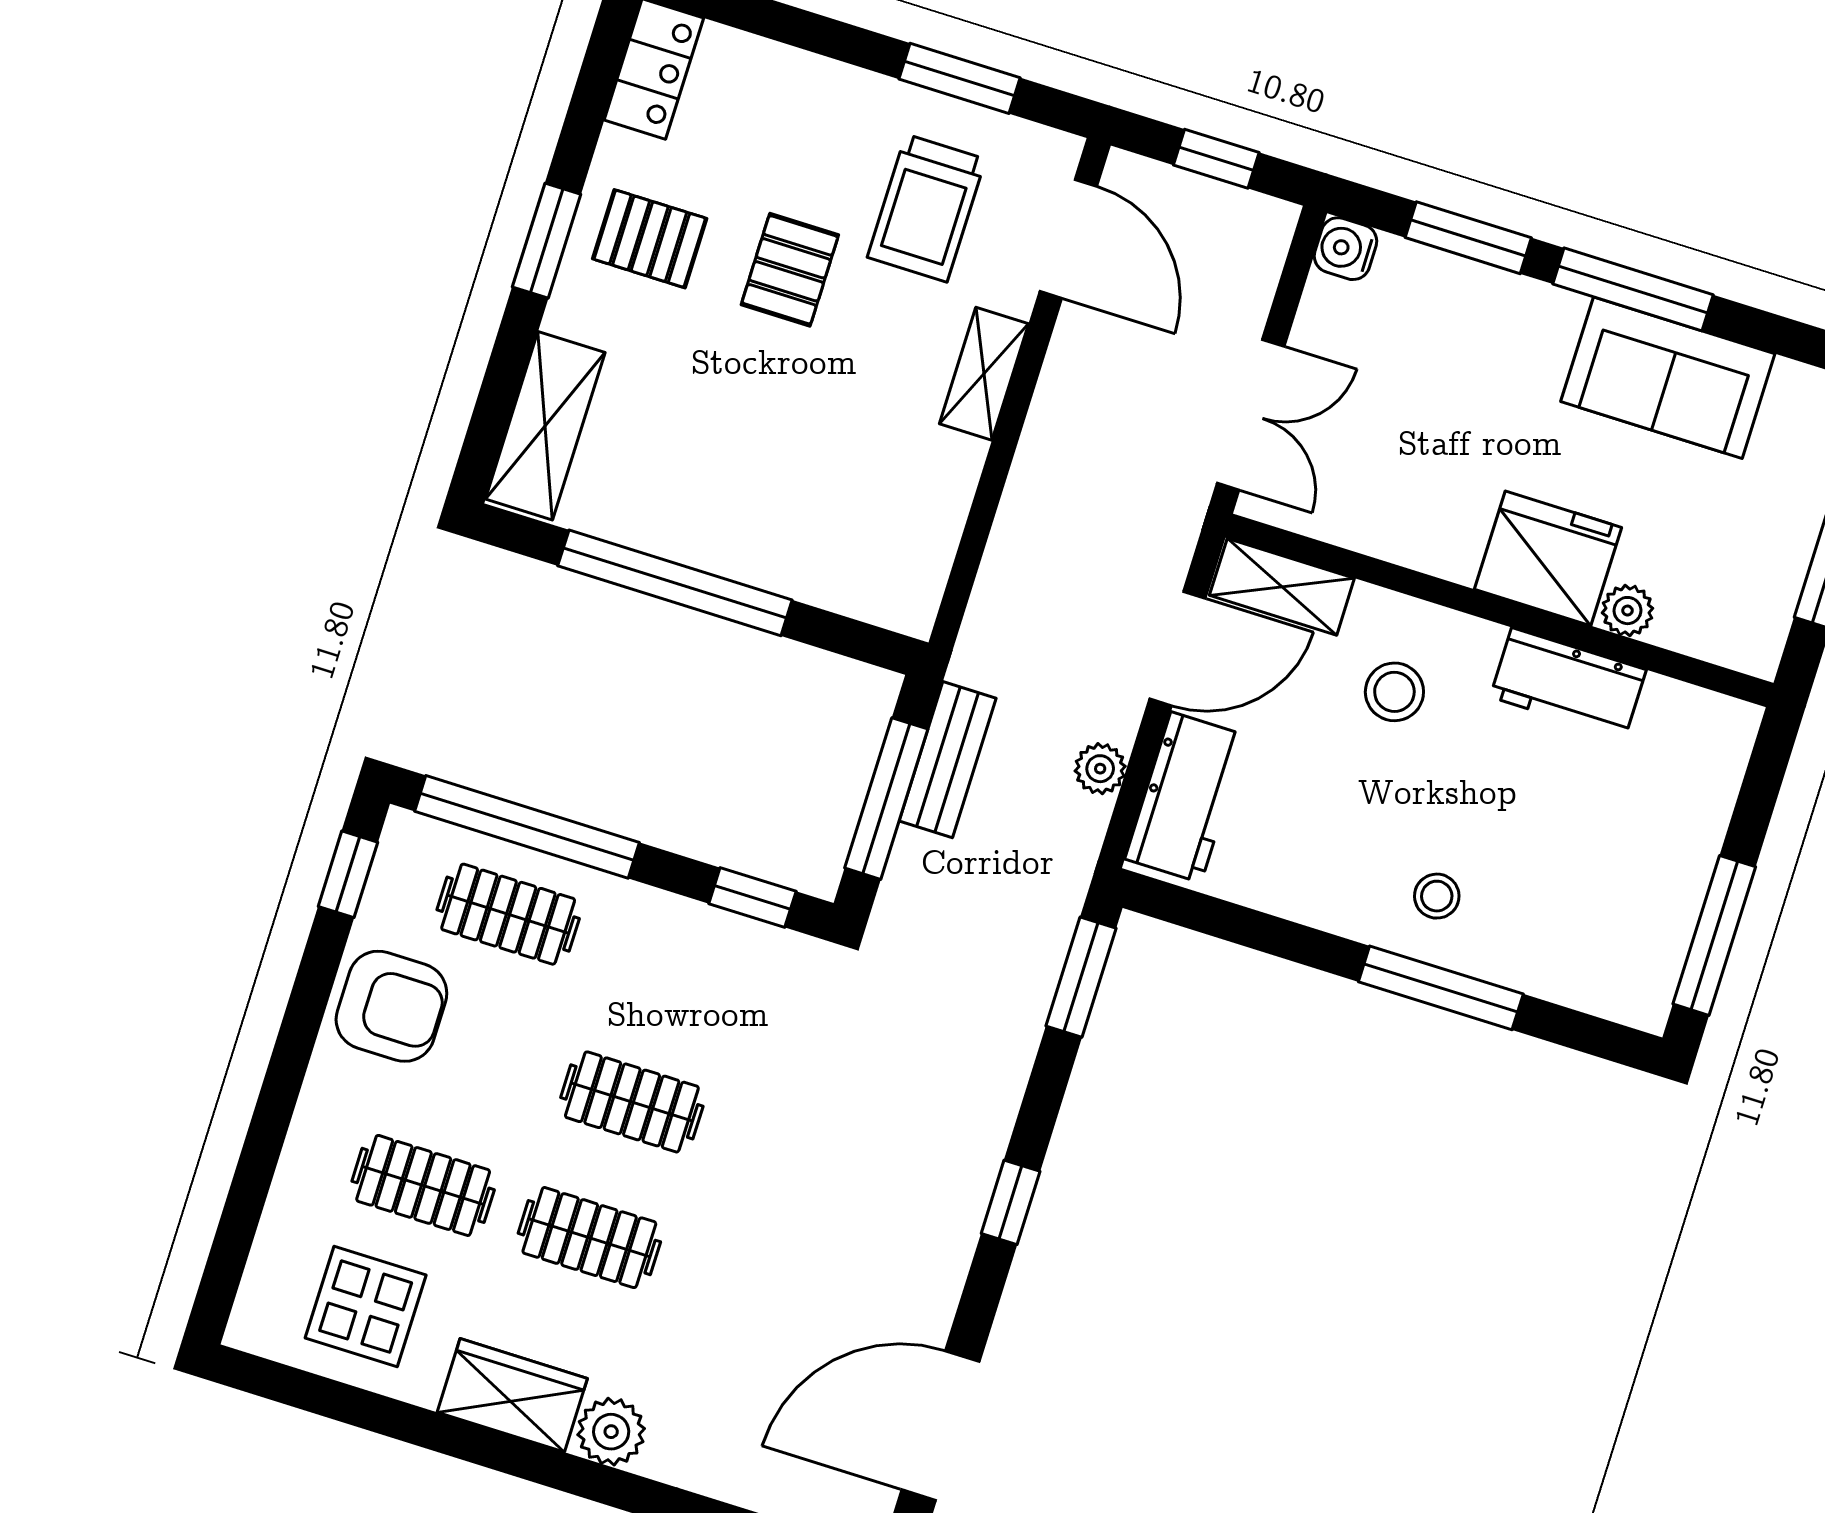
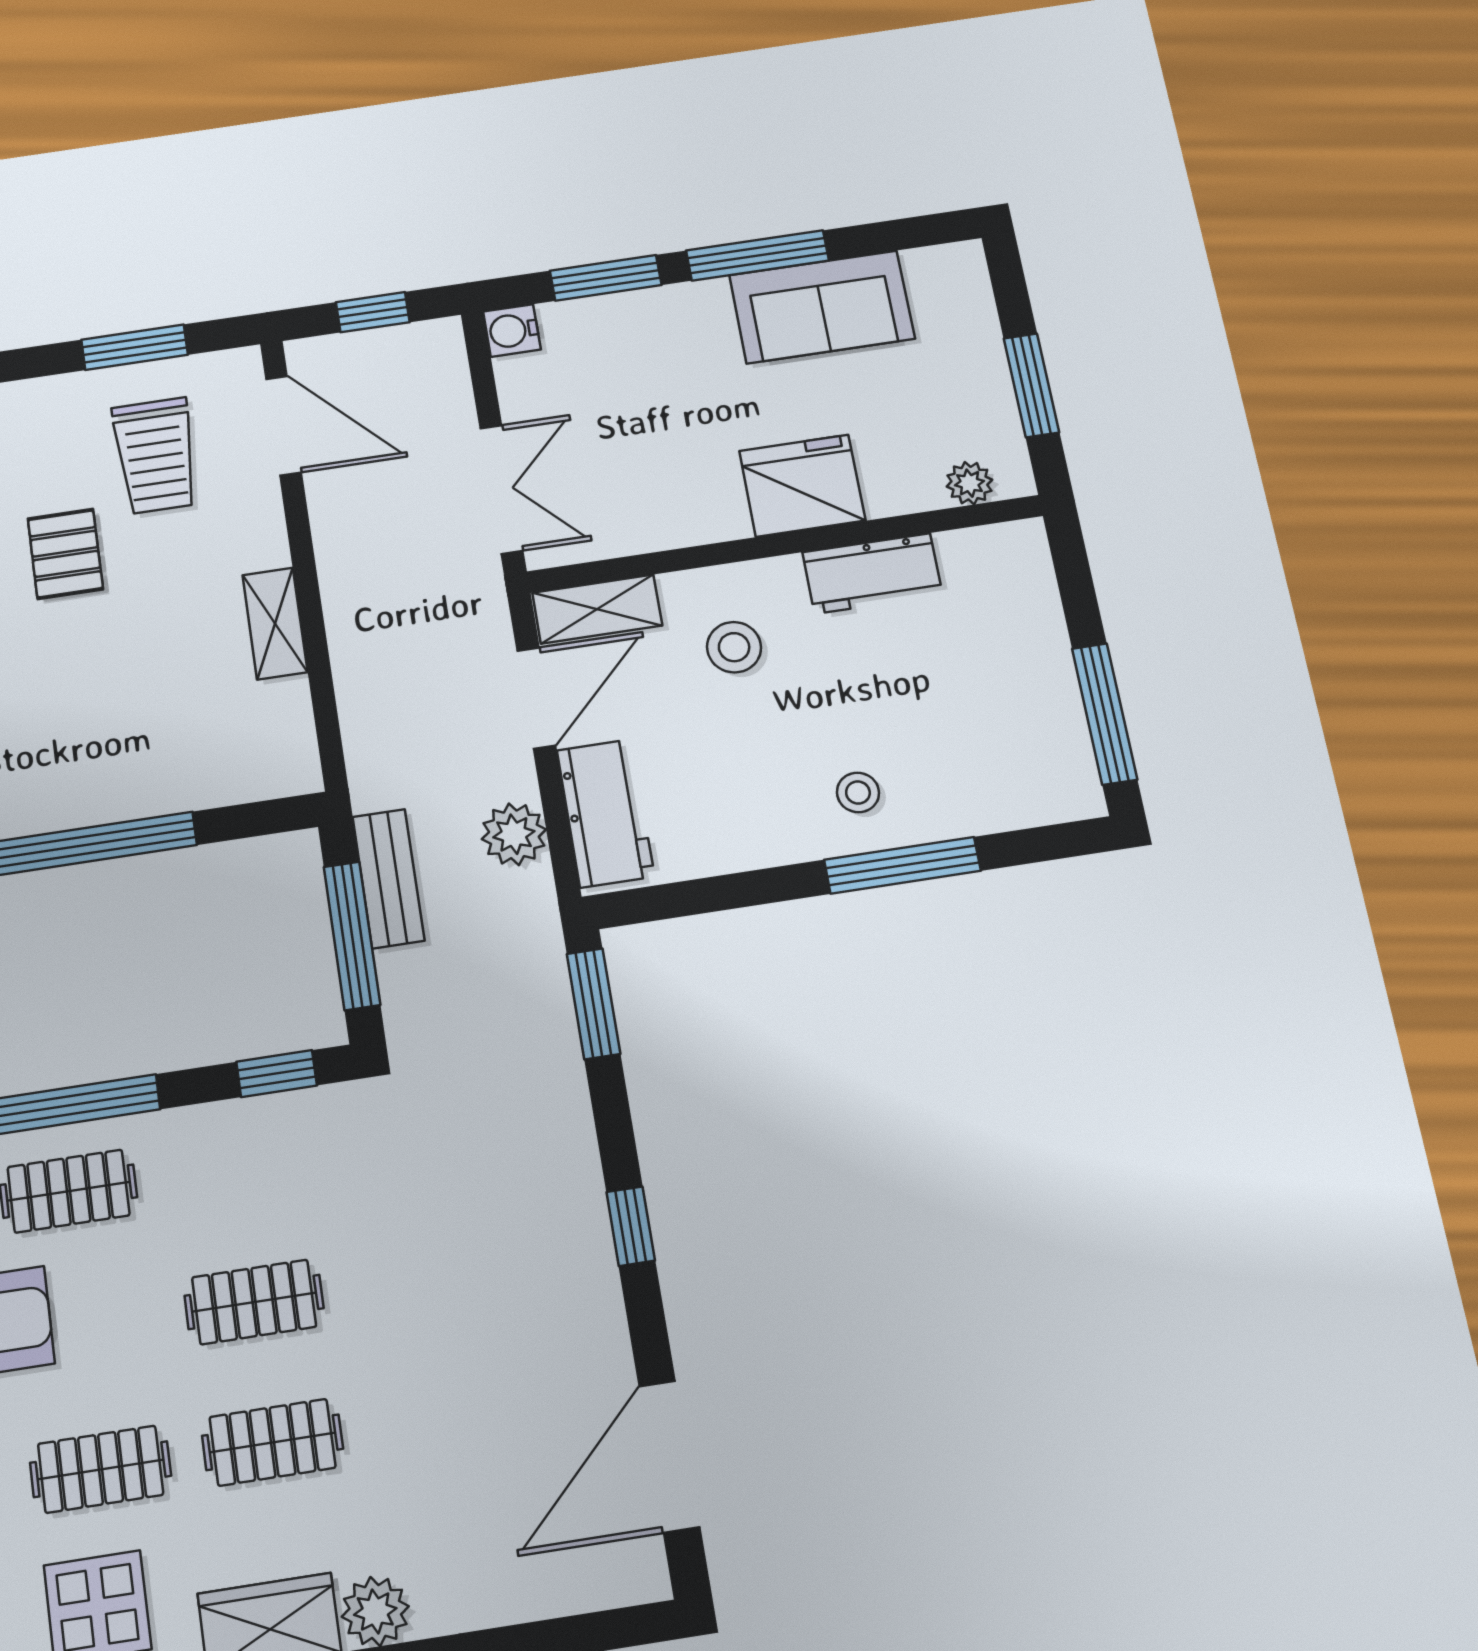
shelving: (984, 374) -> (275, 624), moved
plant: (1627, 611) -> (969, 483), moved
plant: (1100, 769) -> (514, 834), width x1.38, depth x1.38

